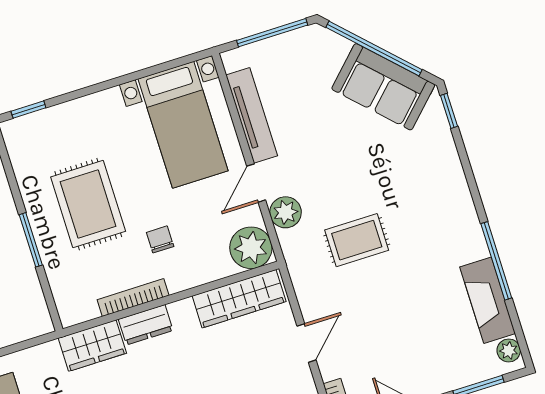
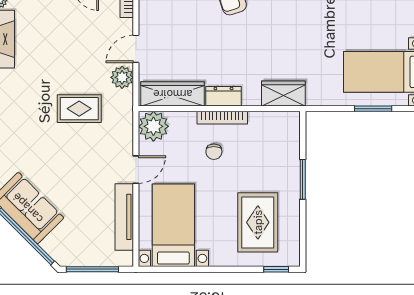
rug: (88, 204) -> (258, 222), moved
plant: (286, 212) -> (122, 77), moved
bookcase: (133, 298) -> (222, 118), moved
dresser: (146, 325) -> (223, 96), moved

